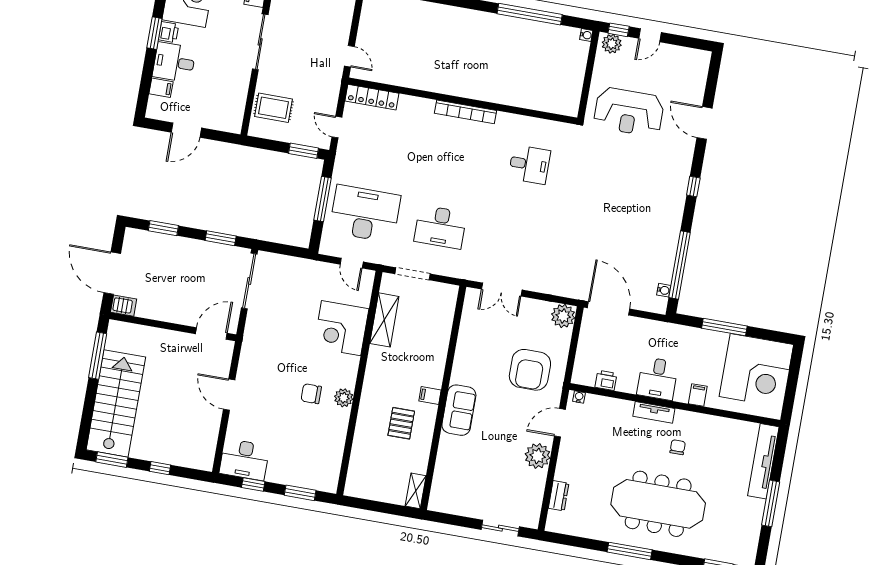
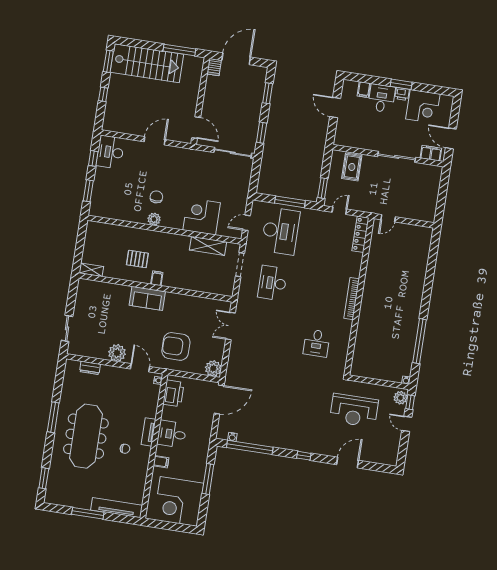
reception desk: (629, 112) -> (354, 410), turned -90
printer: (606, 380) -> (174, 393), width x1.87, depth x1.48

